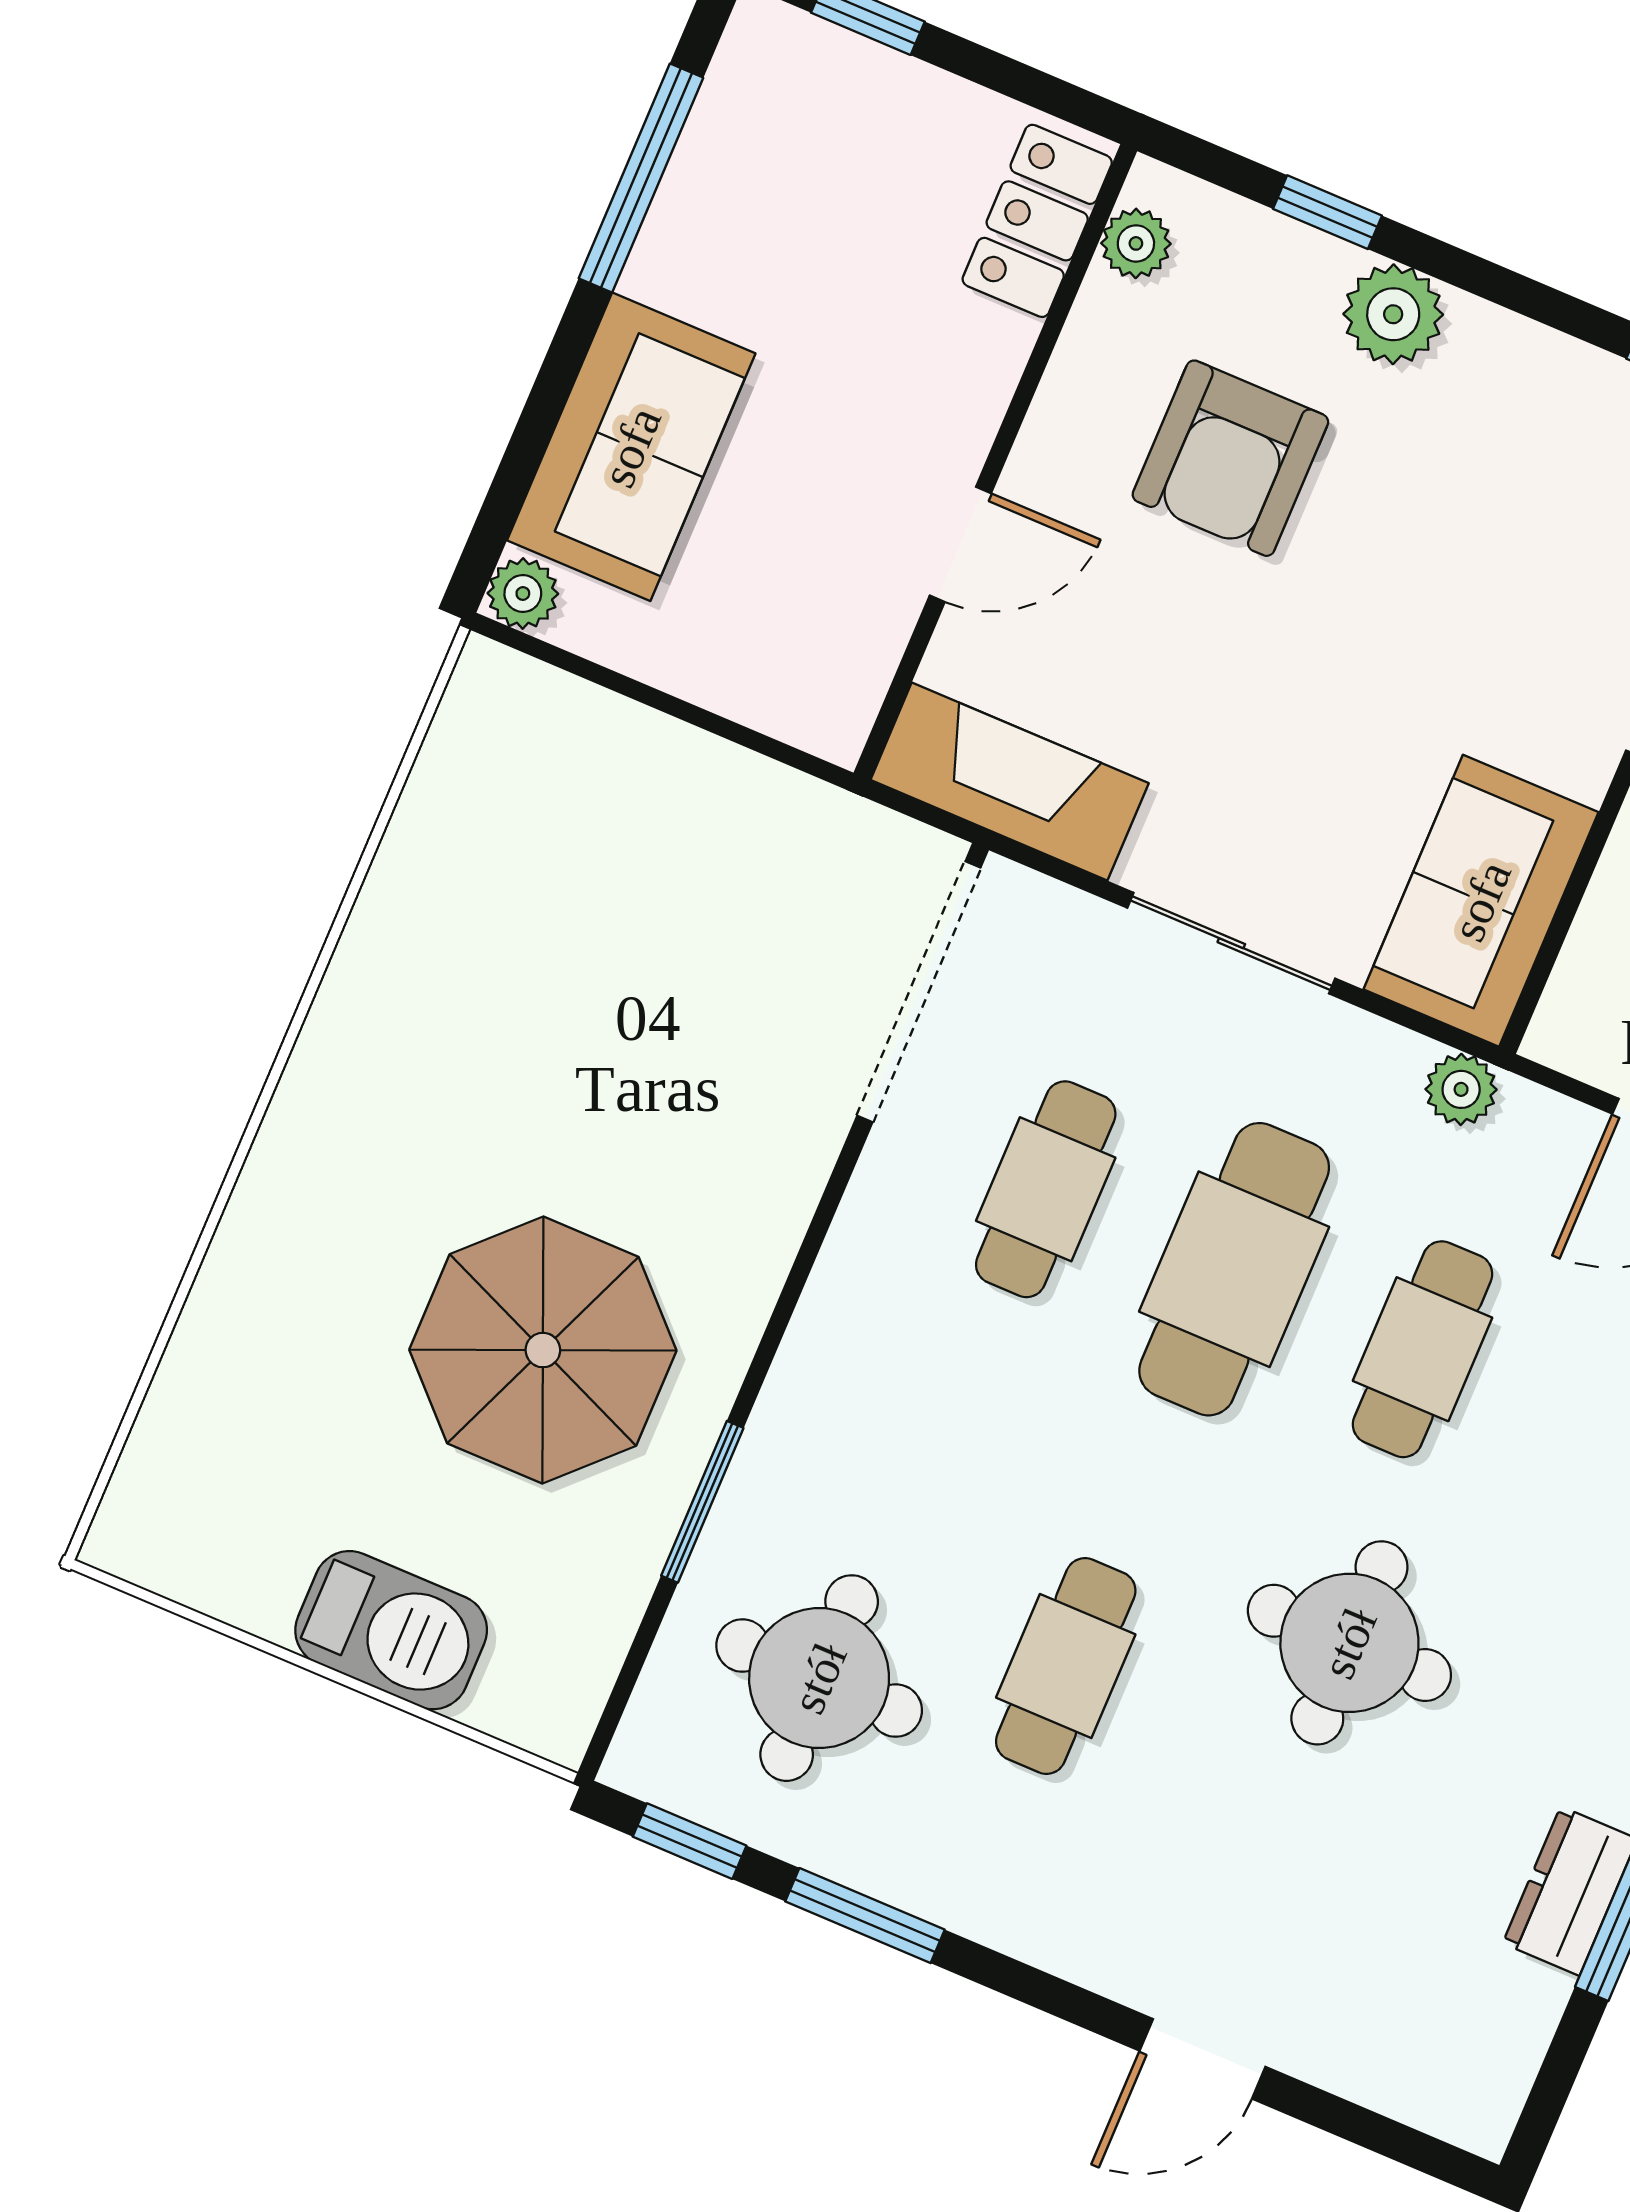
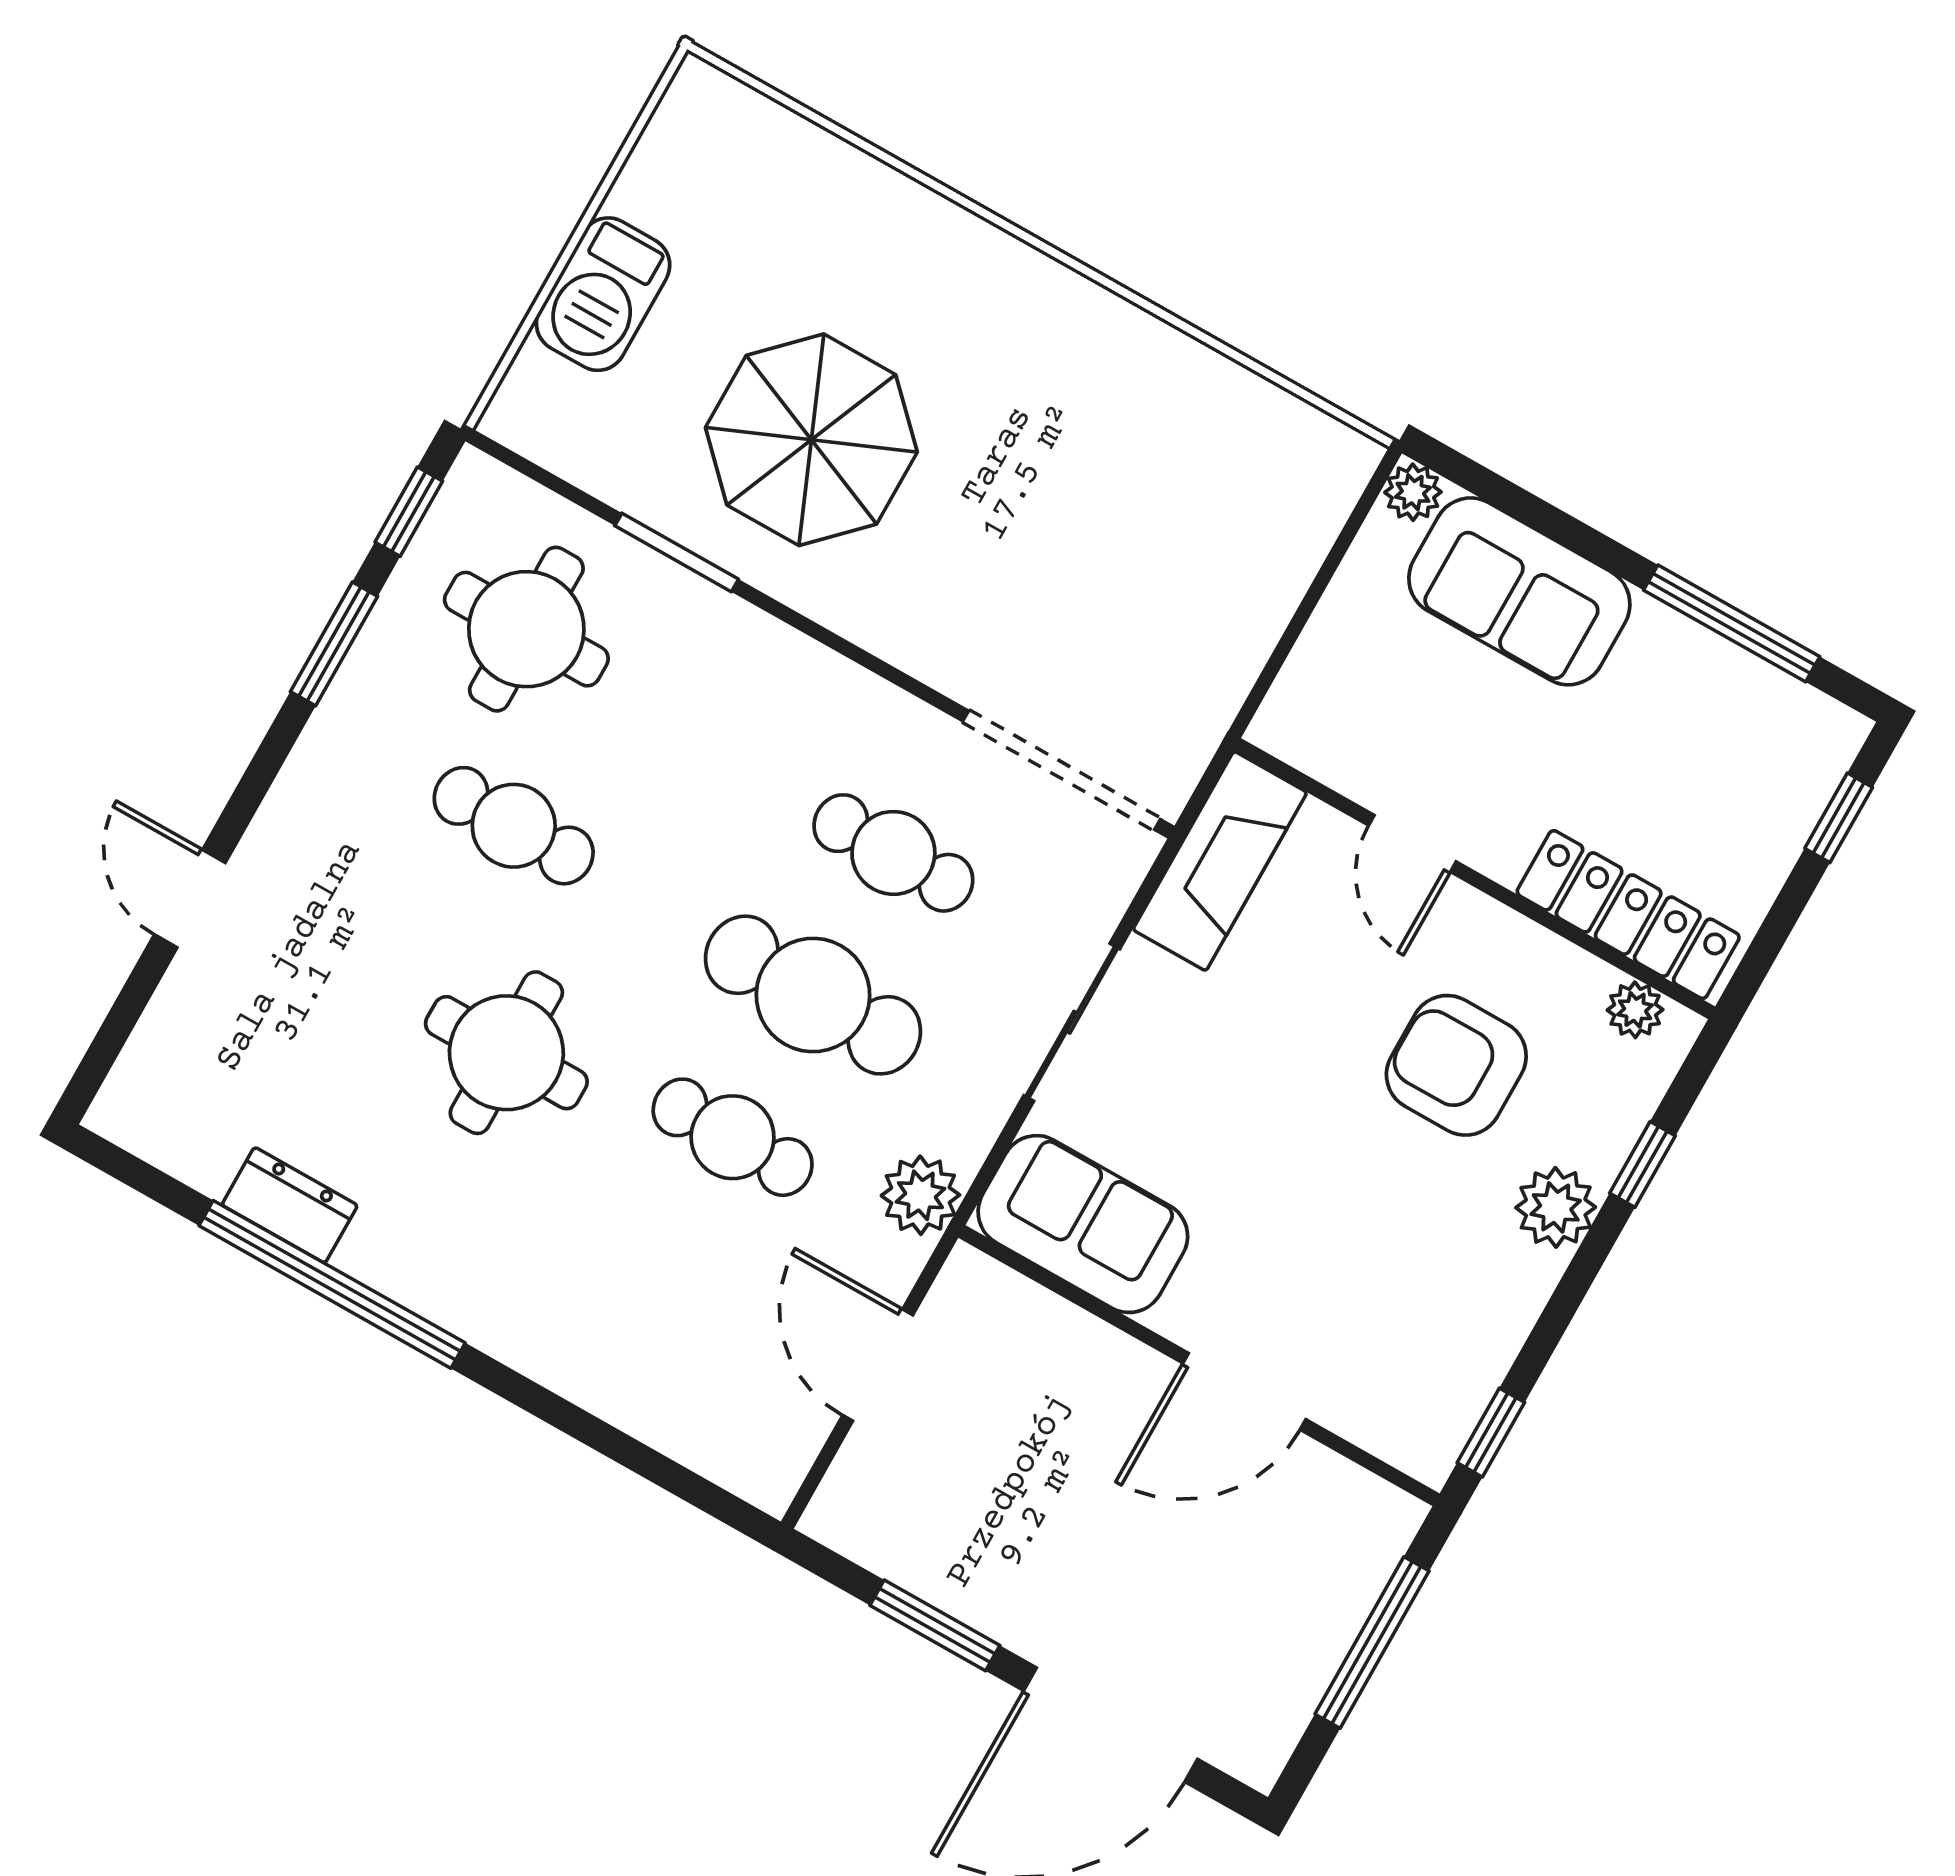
locker: (1037, 221) -> (1628, 915), width x1.53
plant: (1461, 1089) -> (920, 1195), width x1.38, depth x1.38

